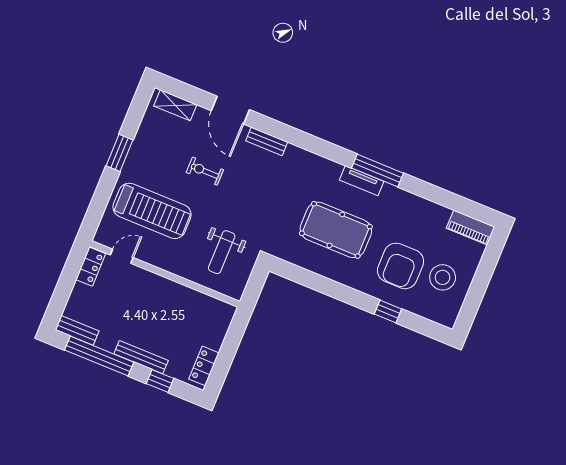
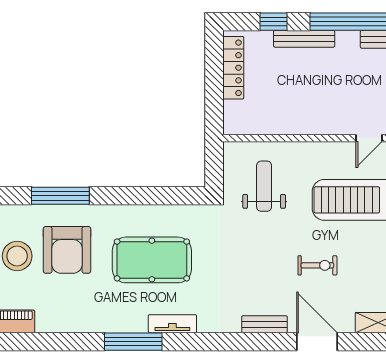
tv unit: (362, 181) -> (172, 324), moved
armchair: (401, 266) -> (67, 250), turned 180
window: (388, 311) -> (60, 196), width x2.17
locker: (204, 366) -> (233, 68), width x1.53

